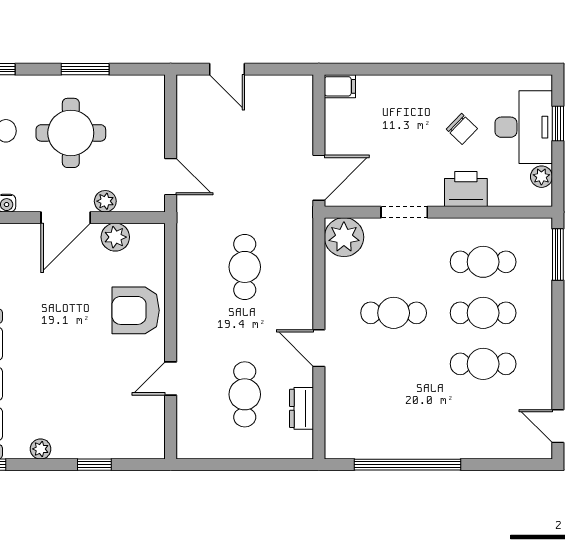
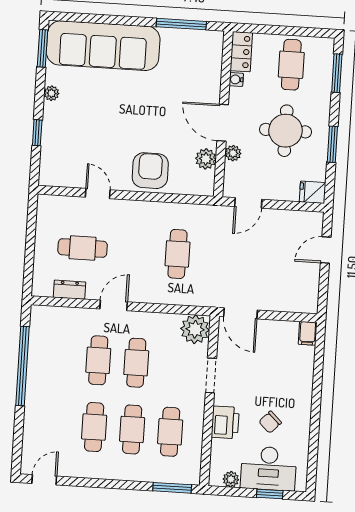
fridge: (151, 92) -> (313, 192), added
cafe table: (245, 267) -> (177, 254), turned 90
cafe table: (394, 364) -> (98, 360), added

